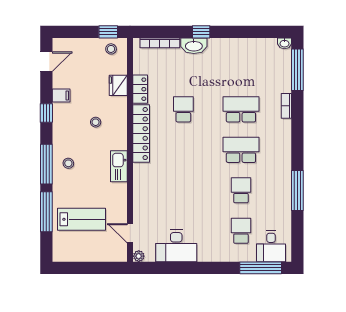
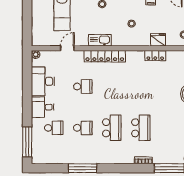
school desk: (183, 109) -> (83, 87), moved
locker: (141, 134) -> (105, 56), moved
door: (130, 233) -> (67, 48), moved
desk: (271, 246) -> (43, 107), moved

